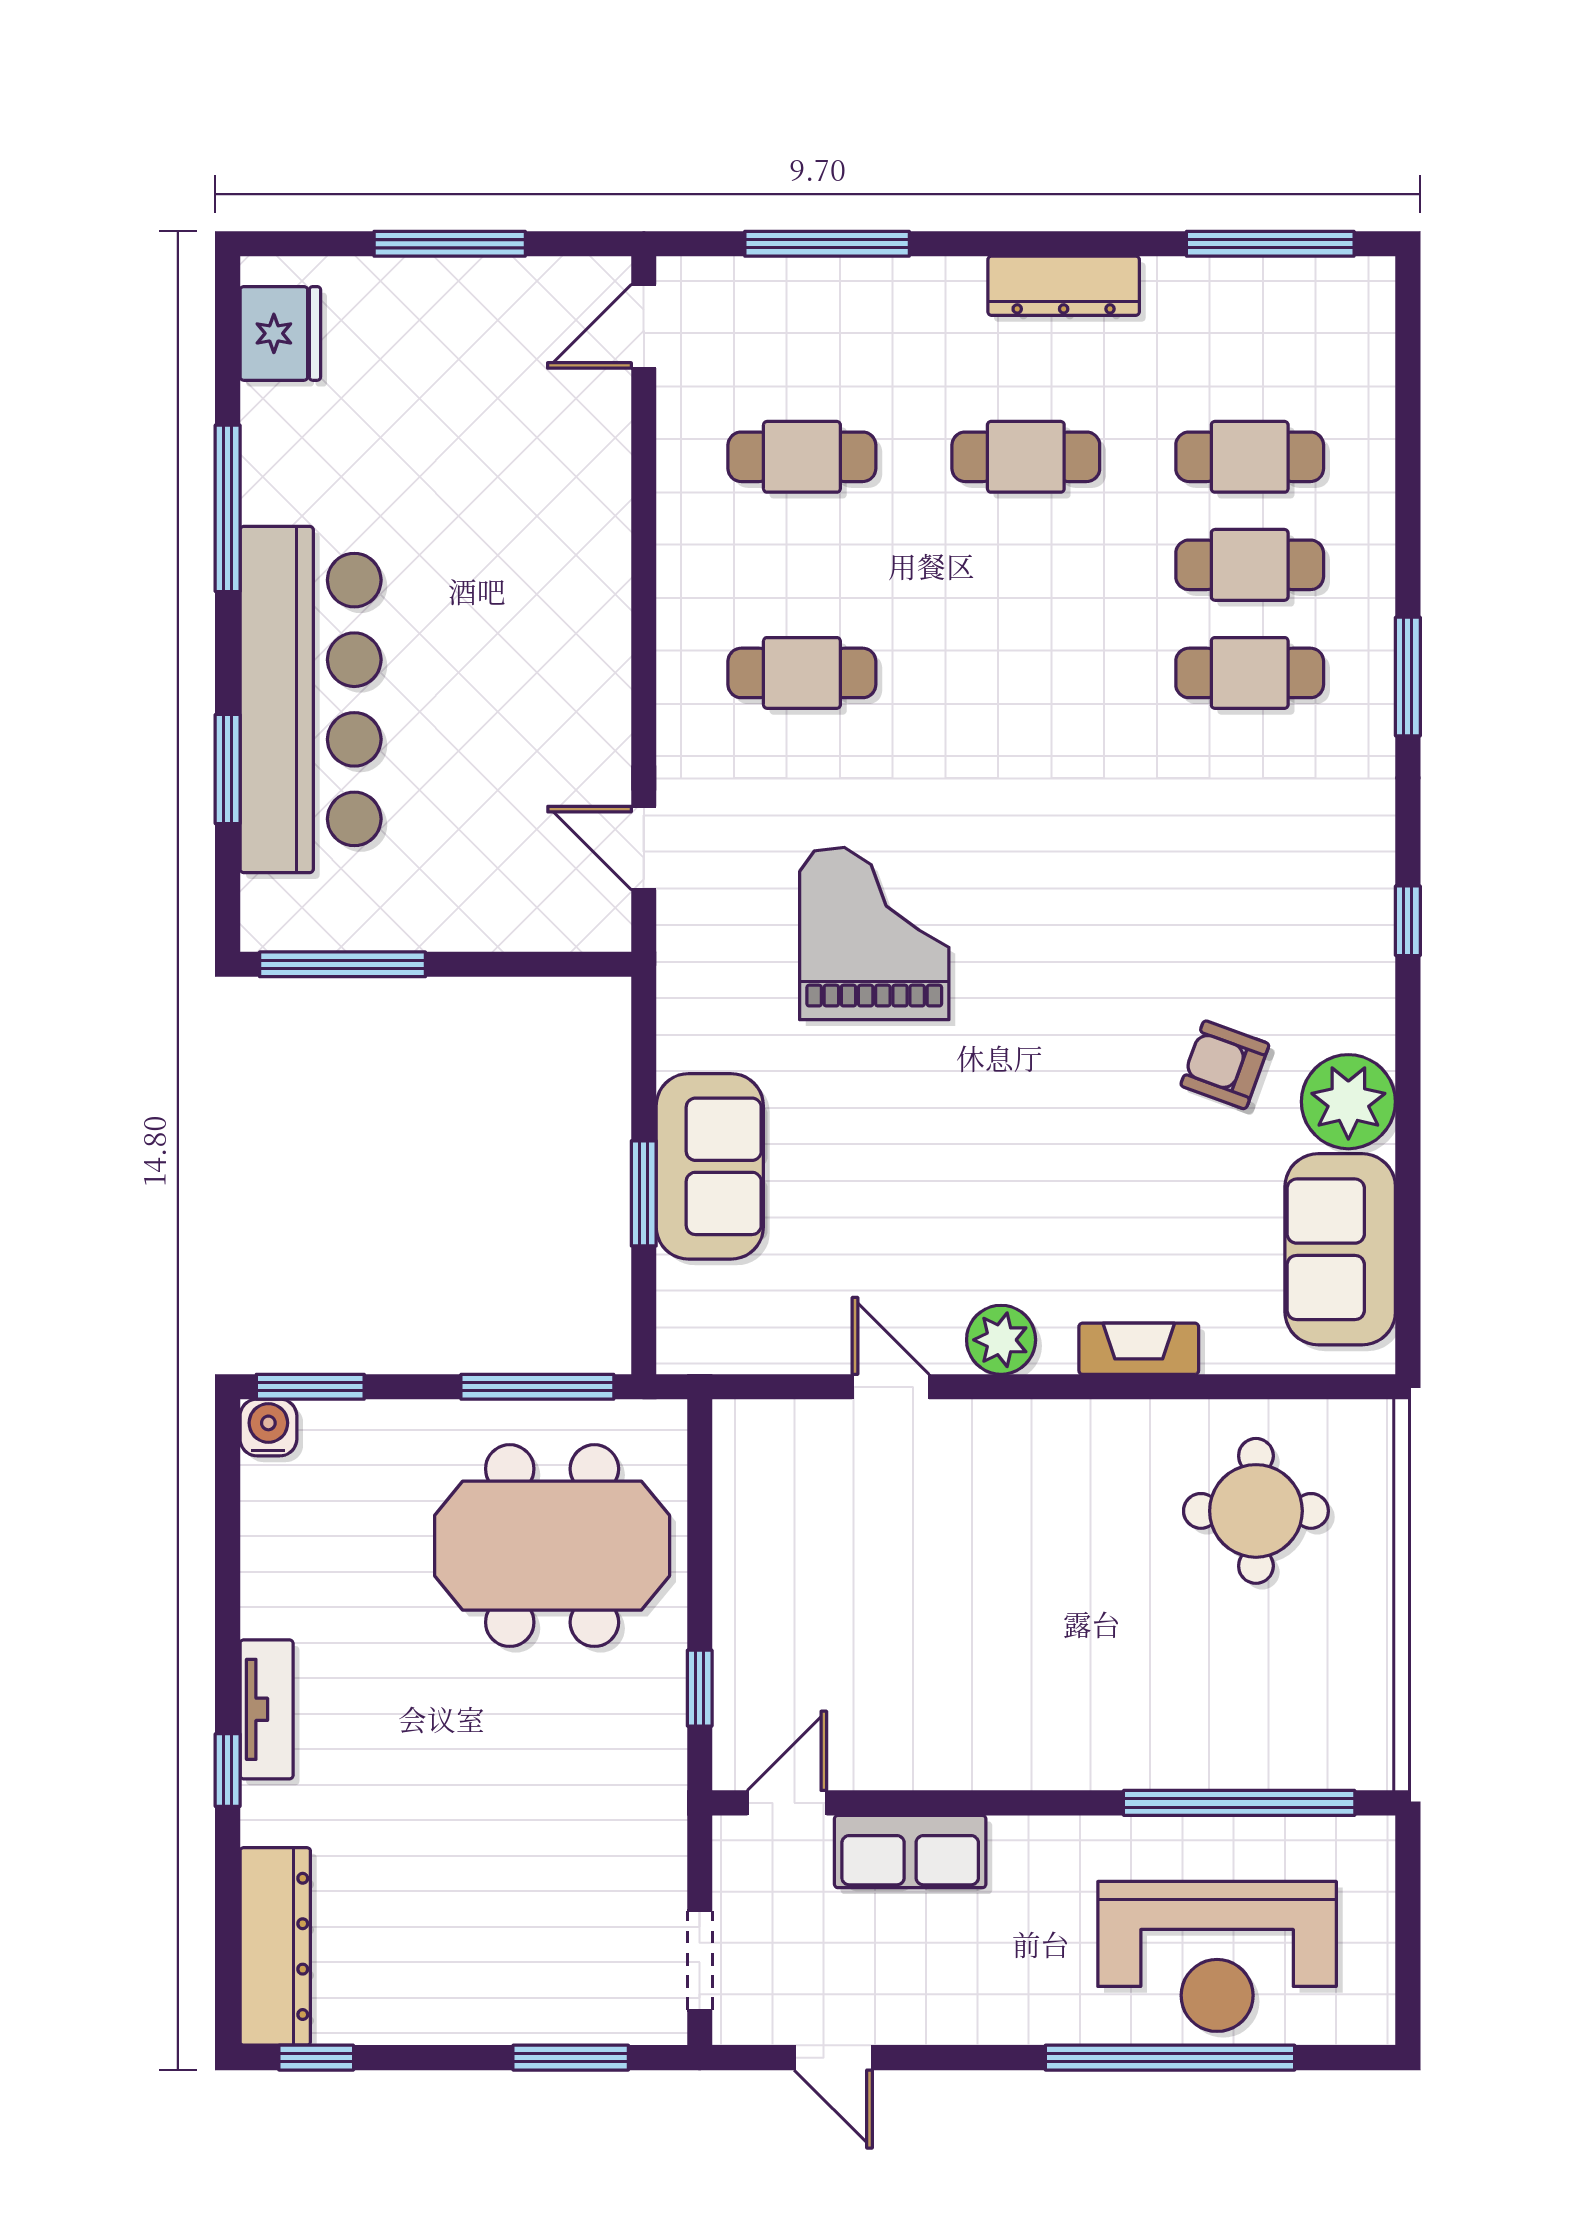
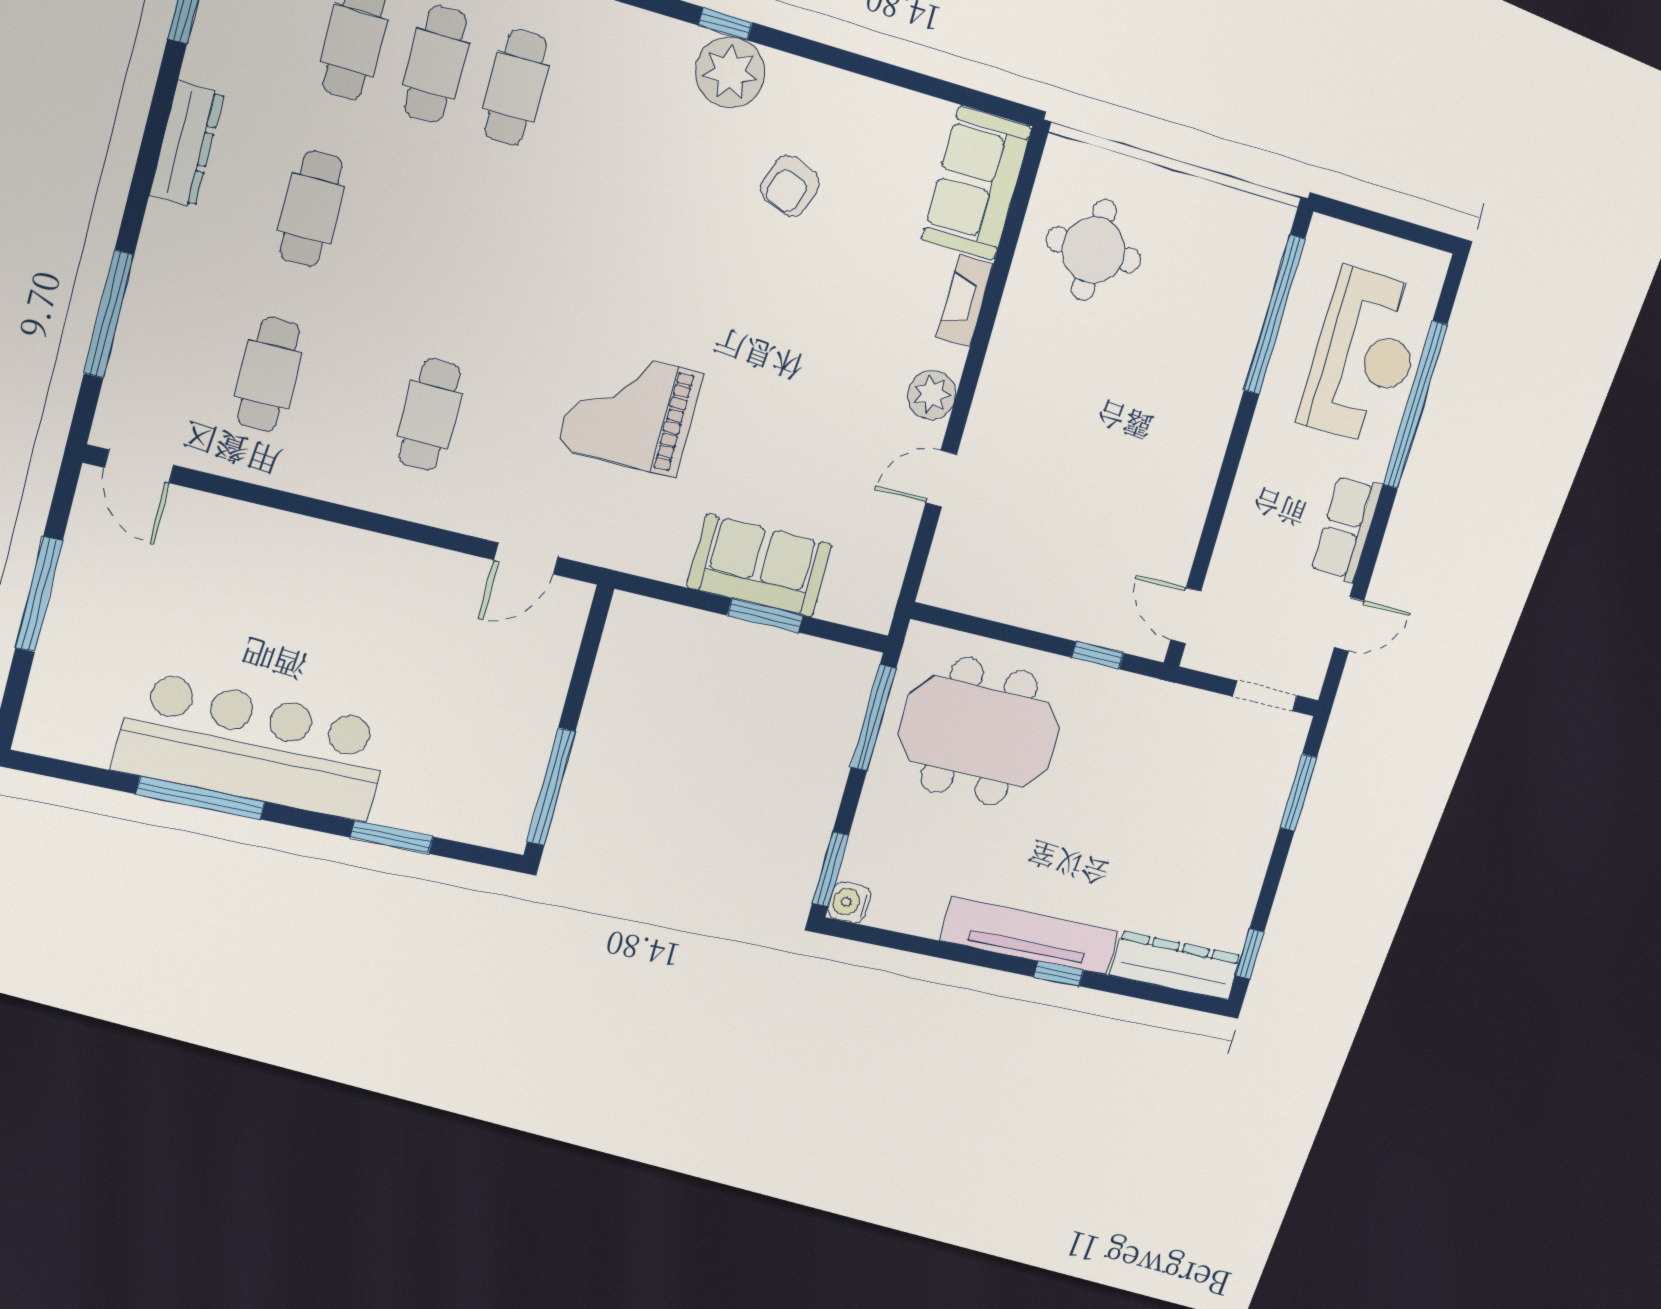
fridge: (280, 333) -> (78, 733), removed
bar counter: (311, 700) -> (253, 747), moved
plant: (1348, 1102) -> (730, 72), moved
sofa: (1340, 1249) -> (977, 183), moved, turned 90
meeting table: (552, 1546) -> (979, 732), turned 90
tv unit: (267, 1709) -> (1030, 936), width x1.92, depth x1.29
row of seats: (910, 1852) -> (1347, 528), moved, turned 180

